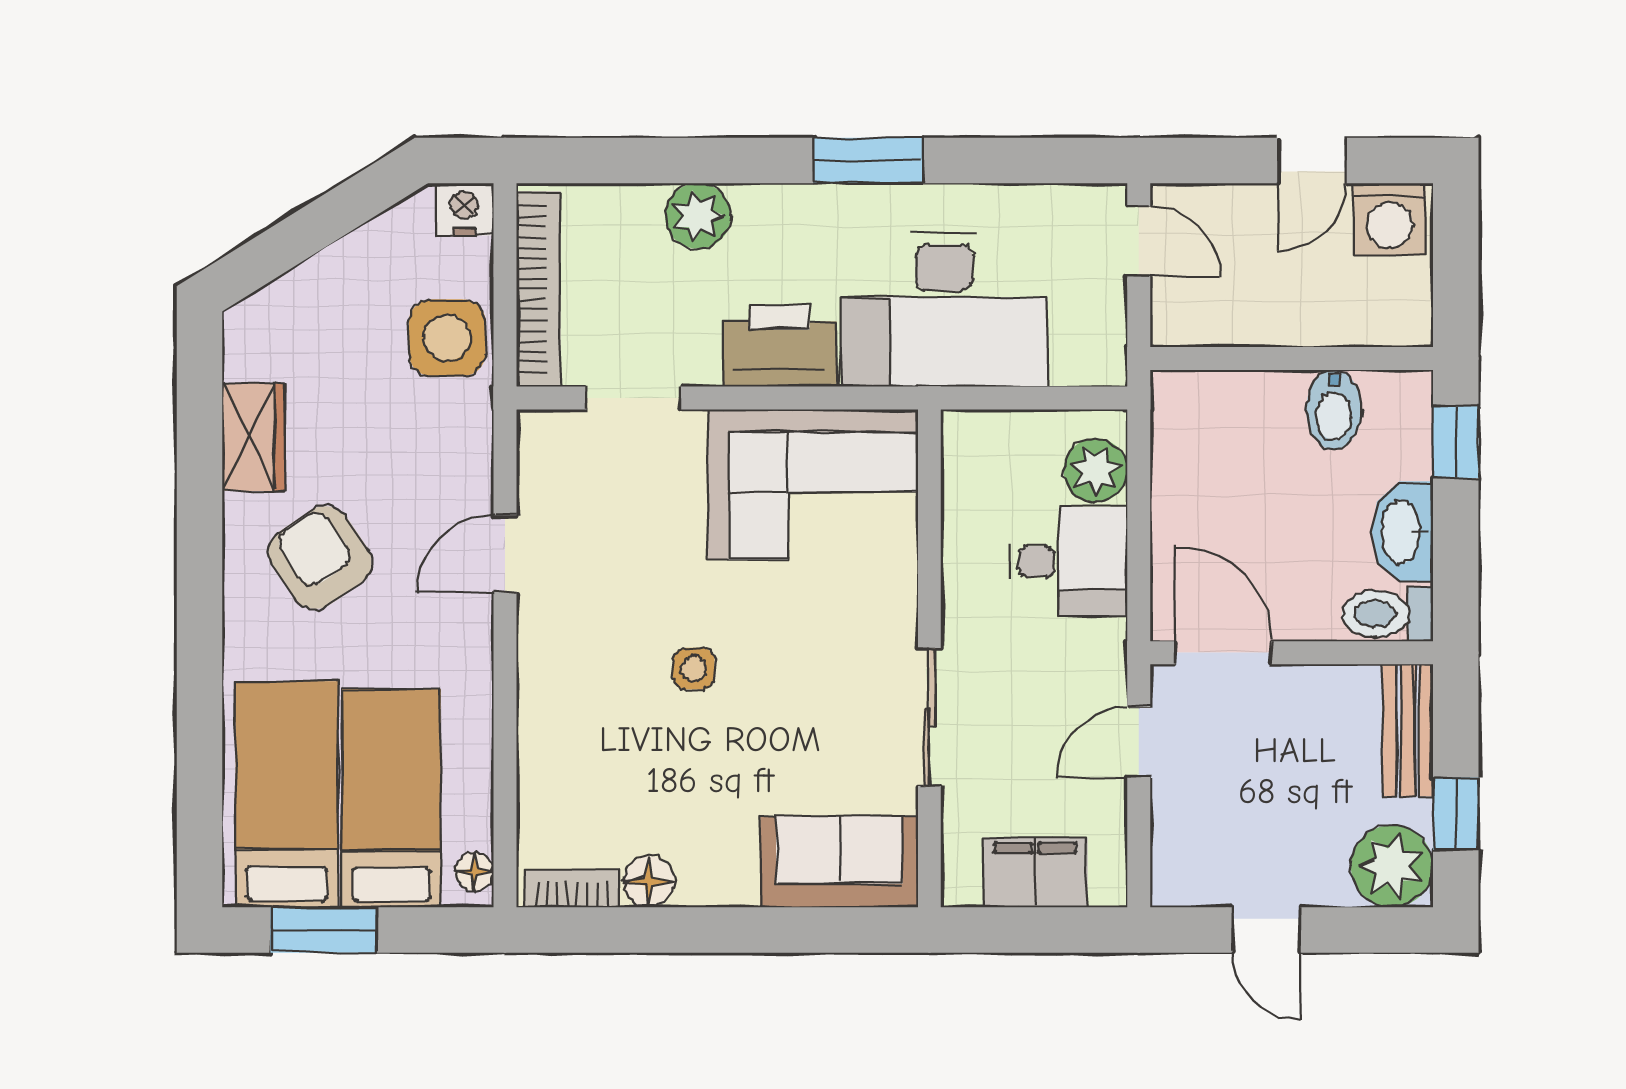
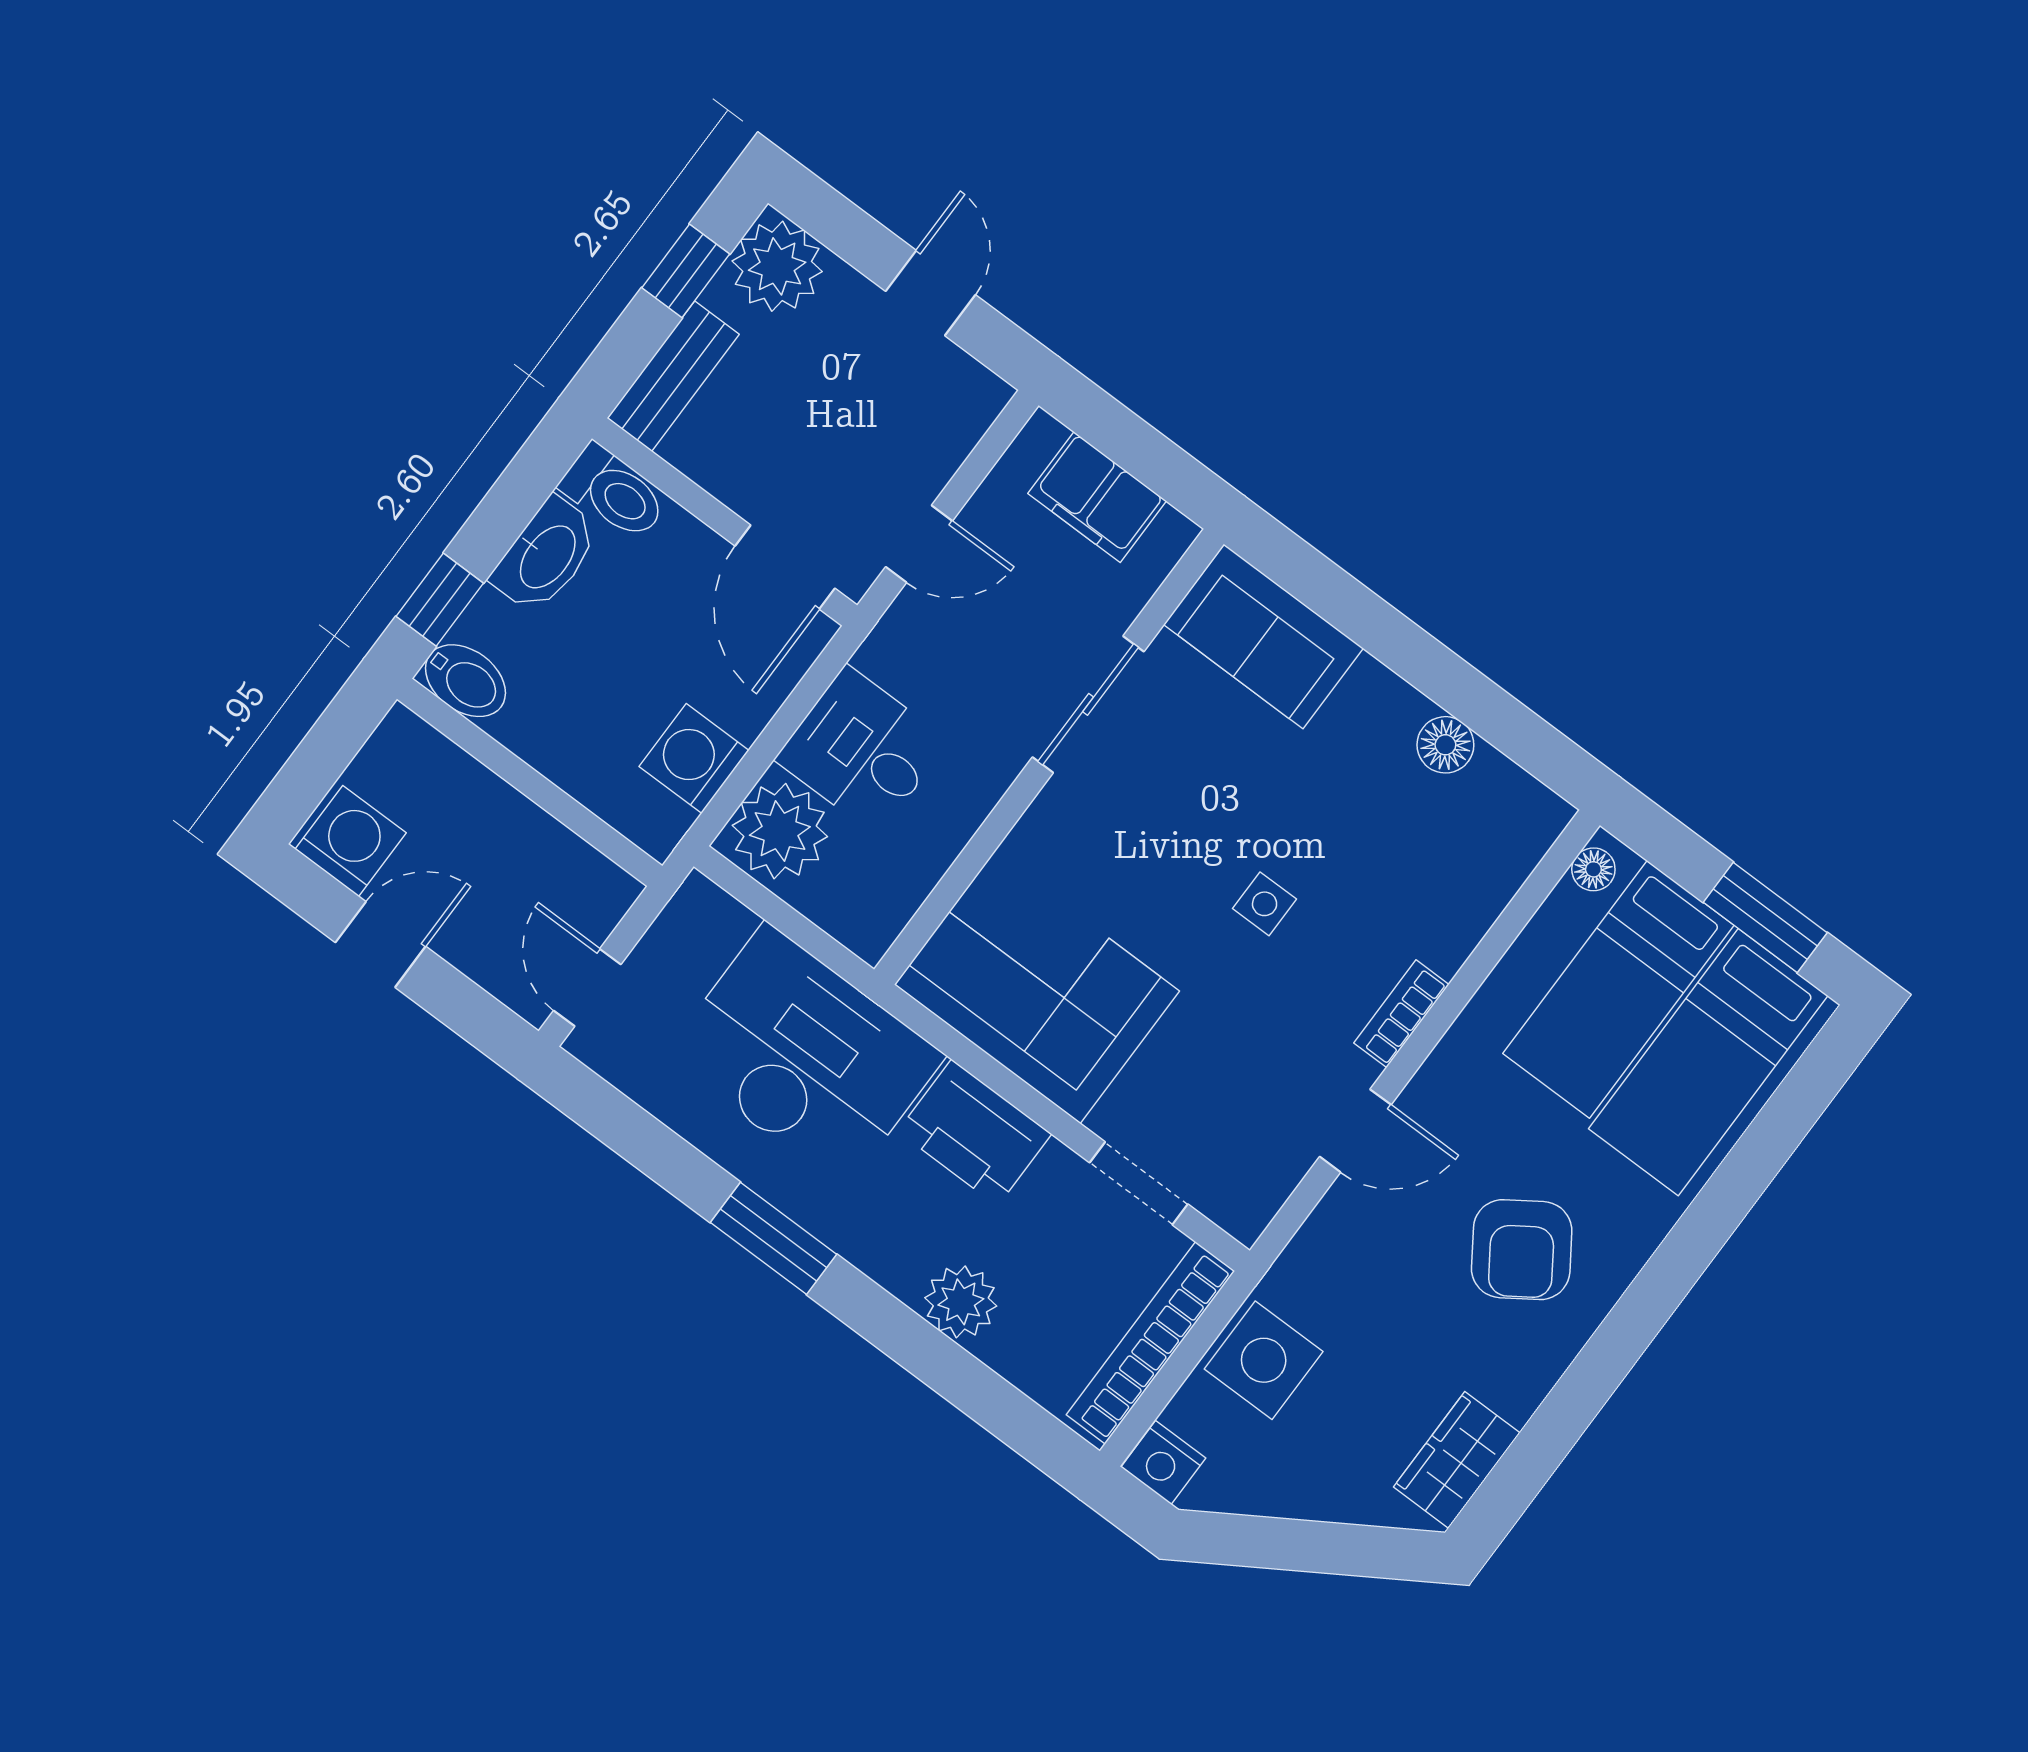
bidet: (1334, 410) -> (465, 681), moved, turned 90
wardrobe: (253, 437) -> (1457, 1460), moved
washing machine: (1186, 465) -> (694, 758), added
plant: (1096, 470) -> (780, 831), width x1.36, depth x1.36
bookcase: (572, 889) -> (1401, 1014), moved, turned 90

